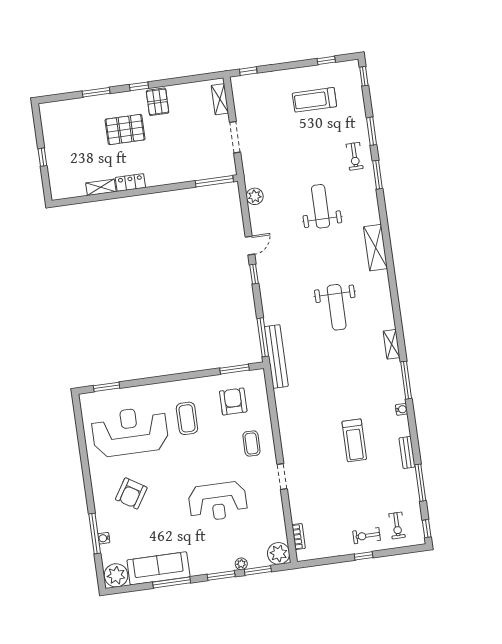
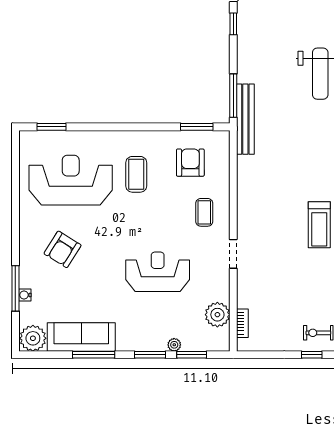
reception desk: (218, 502) -> (158, 272), turned 180
plant: (279, 553) -> (217, 315), moved

